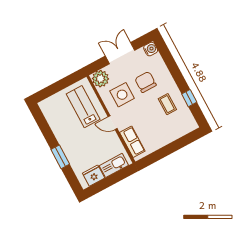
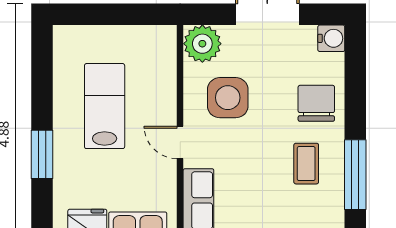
chair: (146, 82) -> (316, 103), moved
window: (189, 98) -> (355, 175), width x2.17
lab bench: (83, 107) -> (105, 106), moved

